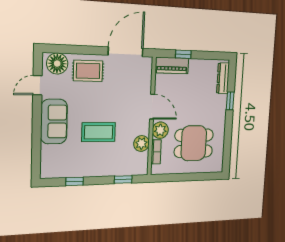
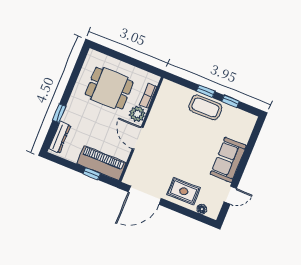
floor lamp: (57, 64) -> (202, 209), width x0.53, depth x0.53
piano: (172, 65) -> (101, 163), width x1.37, depth x1.33
coffee table: (99, 132) -> (205, 107), moved
plant: (141, 143) -> (159, 109), removed
window: (123, 179) -> (206, 91), moved

